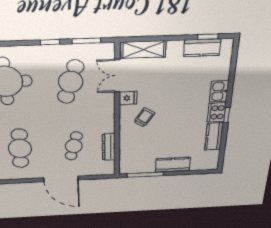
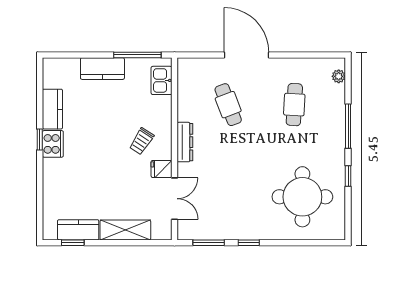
shelving: (143, 50) -> (125, 230), moved
cafe table: (71, 82) -> (228, 193), removed
kitchen sink: (219, 91) -> (161, 80), moved, turned 180
cafe table: (74, 146) -> (228, 105), turned -36
dresser: (109, 147) -> (185, 142), moved
cafe table: (20, 148) -> (294, 105), width x0.73, depth x0.74

